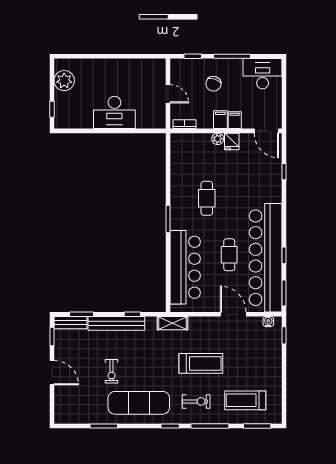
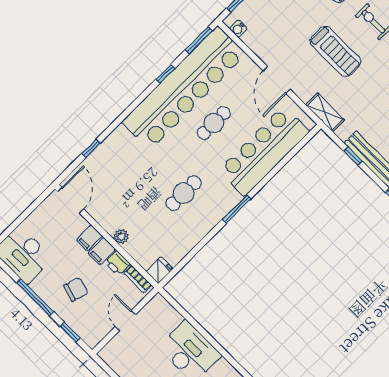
printer: (205, 122) -> (117, 263), added
fridge: (232, 141) -> (159, 270), moved
door: (233, 314) -> (277, 80), moved
treadmill: (201, 363) -> (335, 51), turned 180

